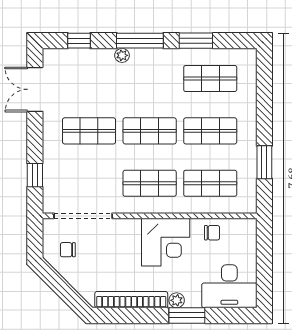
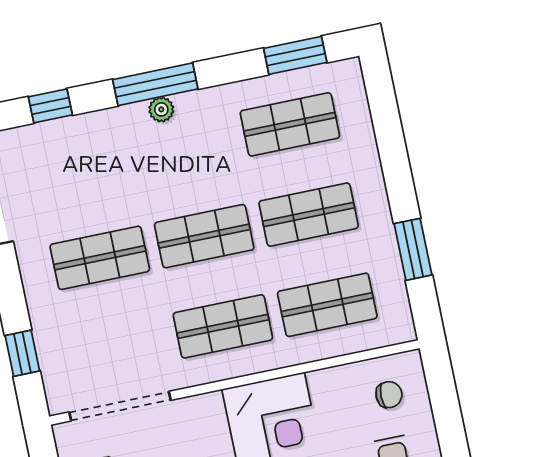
window: (196, 41) -> (295, 55), moved
plant: (122, 55) -> (161, 109), moved
chair: (212, 233) -> (389, 395), moved

